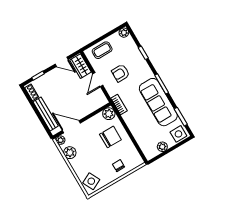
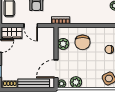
plant: (109, 114) -> (63, 44), moved
chair: (110, 137) -> (83, 42), turned 180

